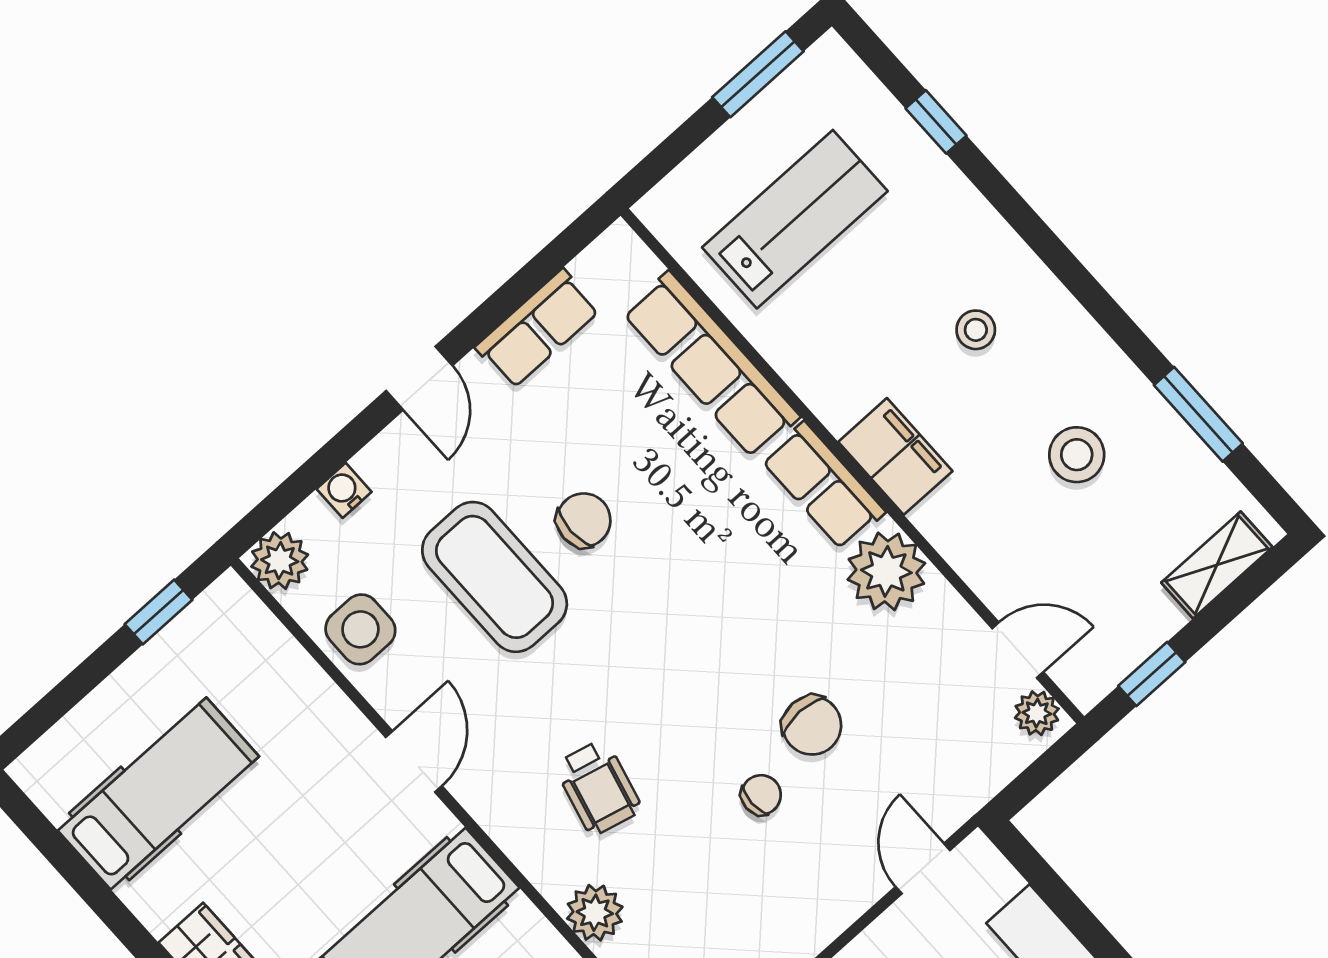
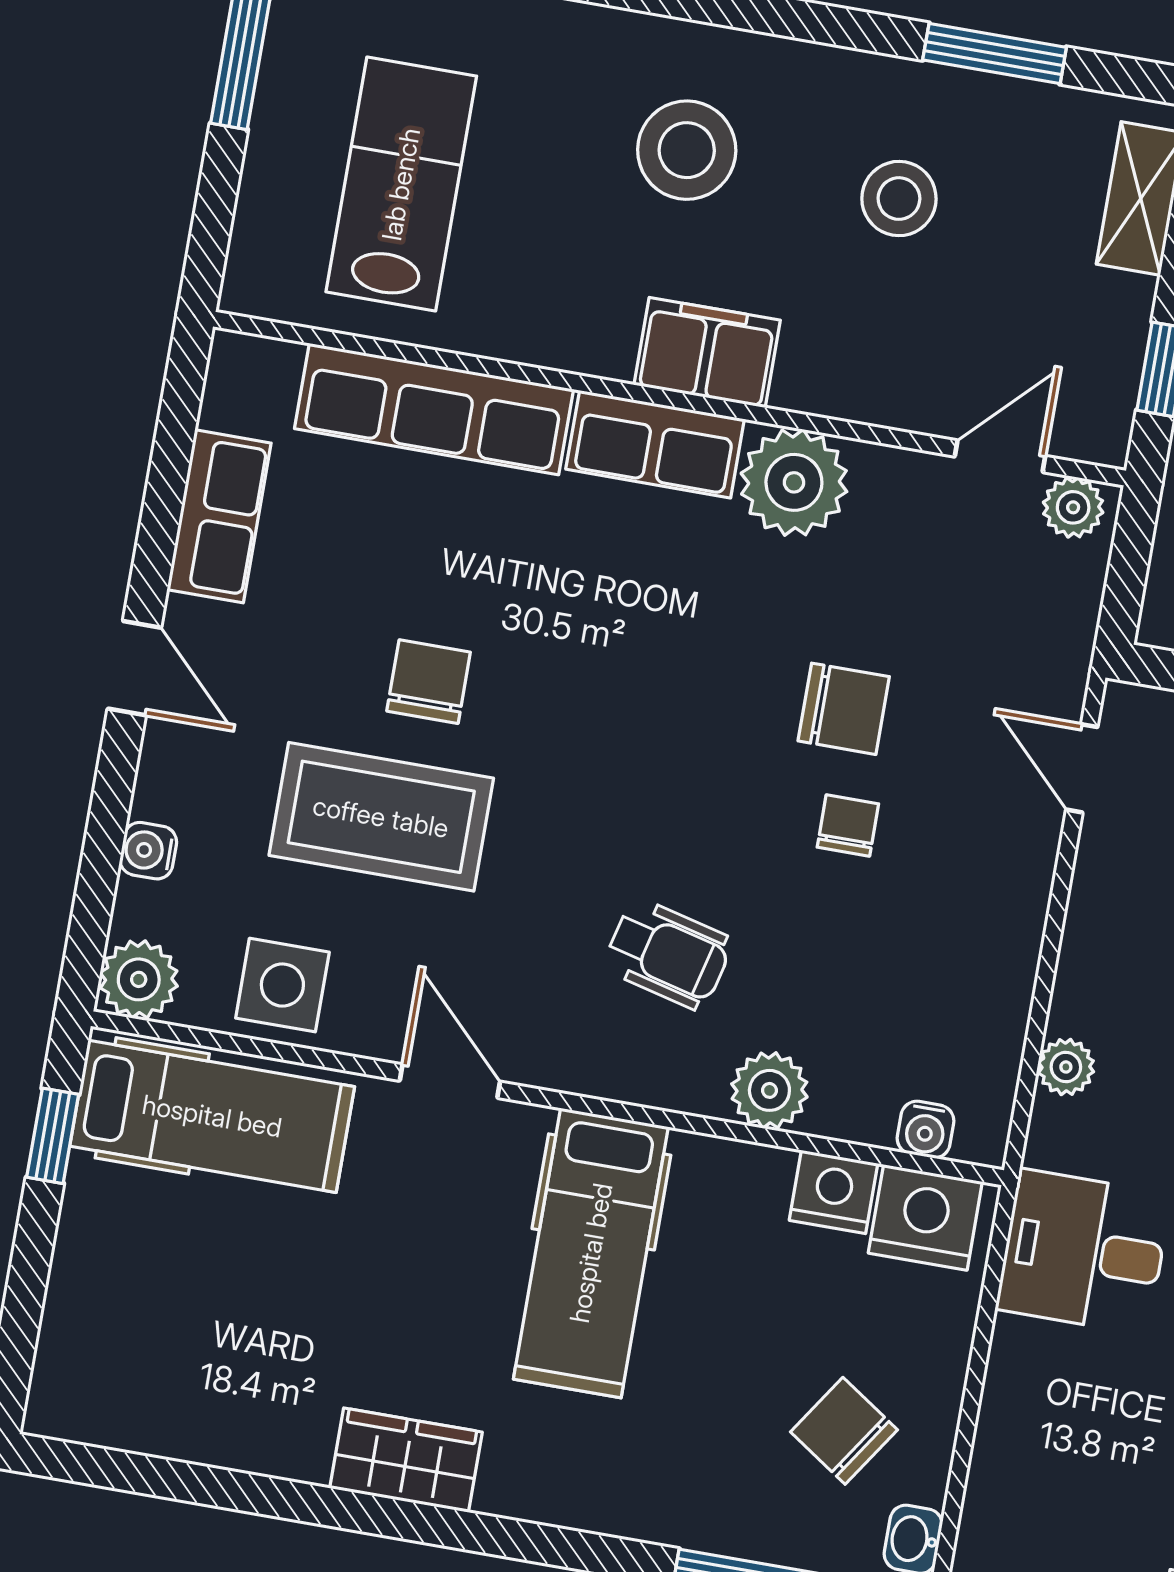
stool: (976, 330) -> (687, 150), width x1.89, depth x1.89
hospital bed: (158, 793) -> (212, 1116), moved, turned 90

